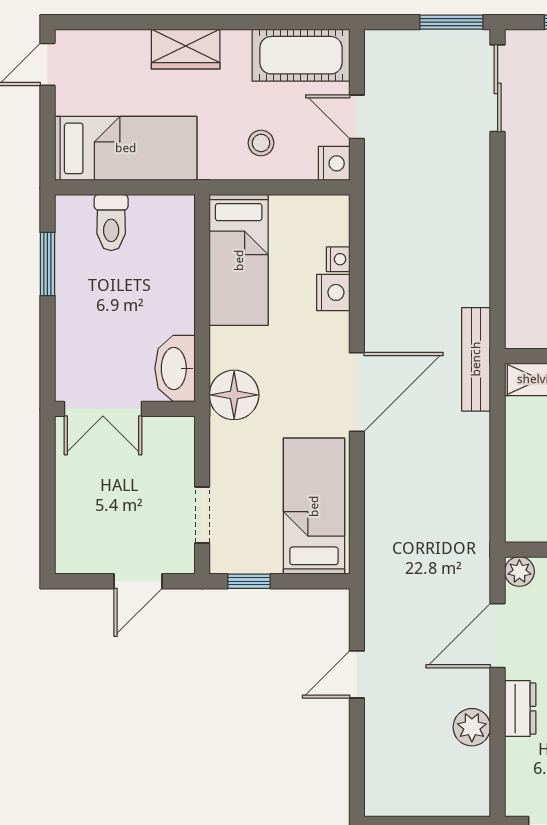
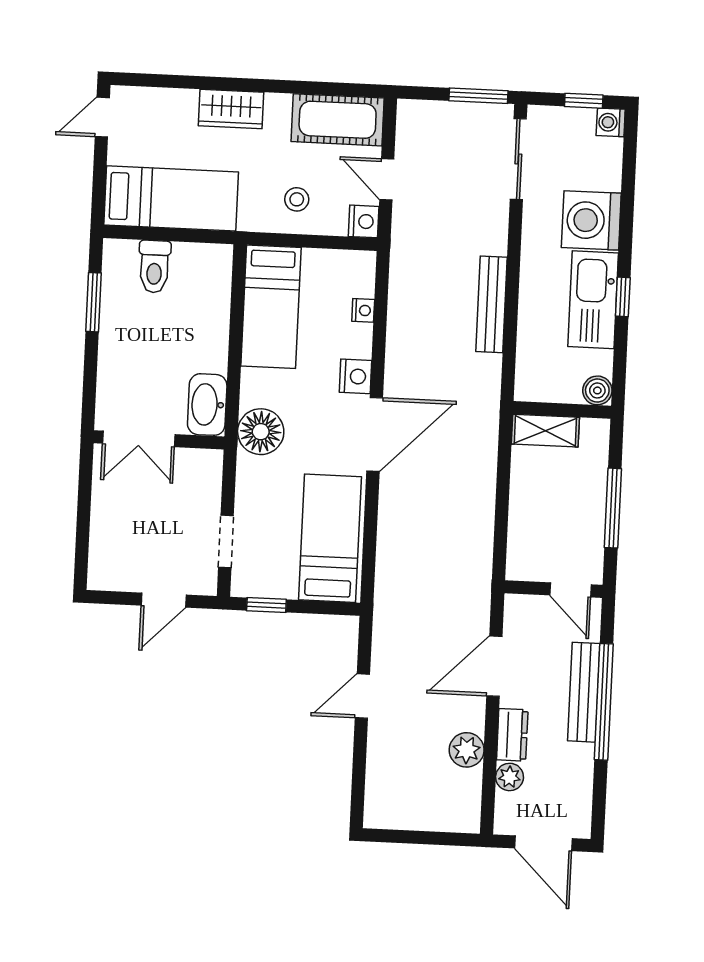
nightstand: (333, 292) -> (355, 376), moved
bench: (476, 359) -> (491, 304), moved
plant: (519, 571) -> (510, 777), moved

